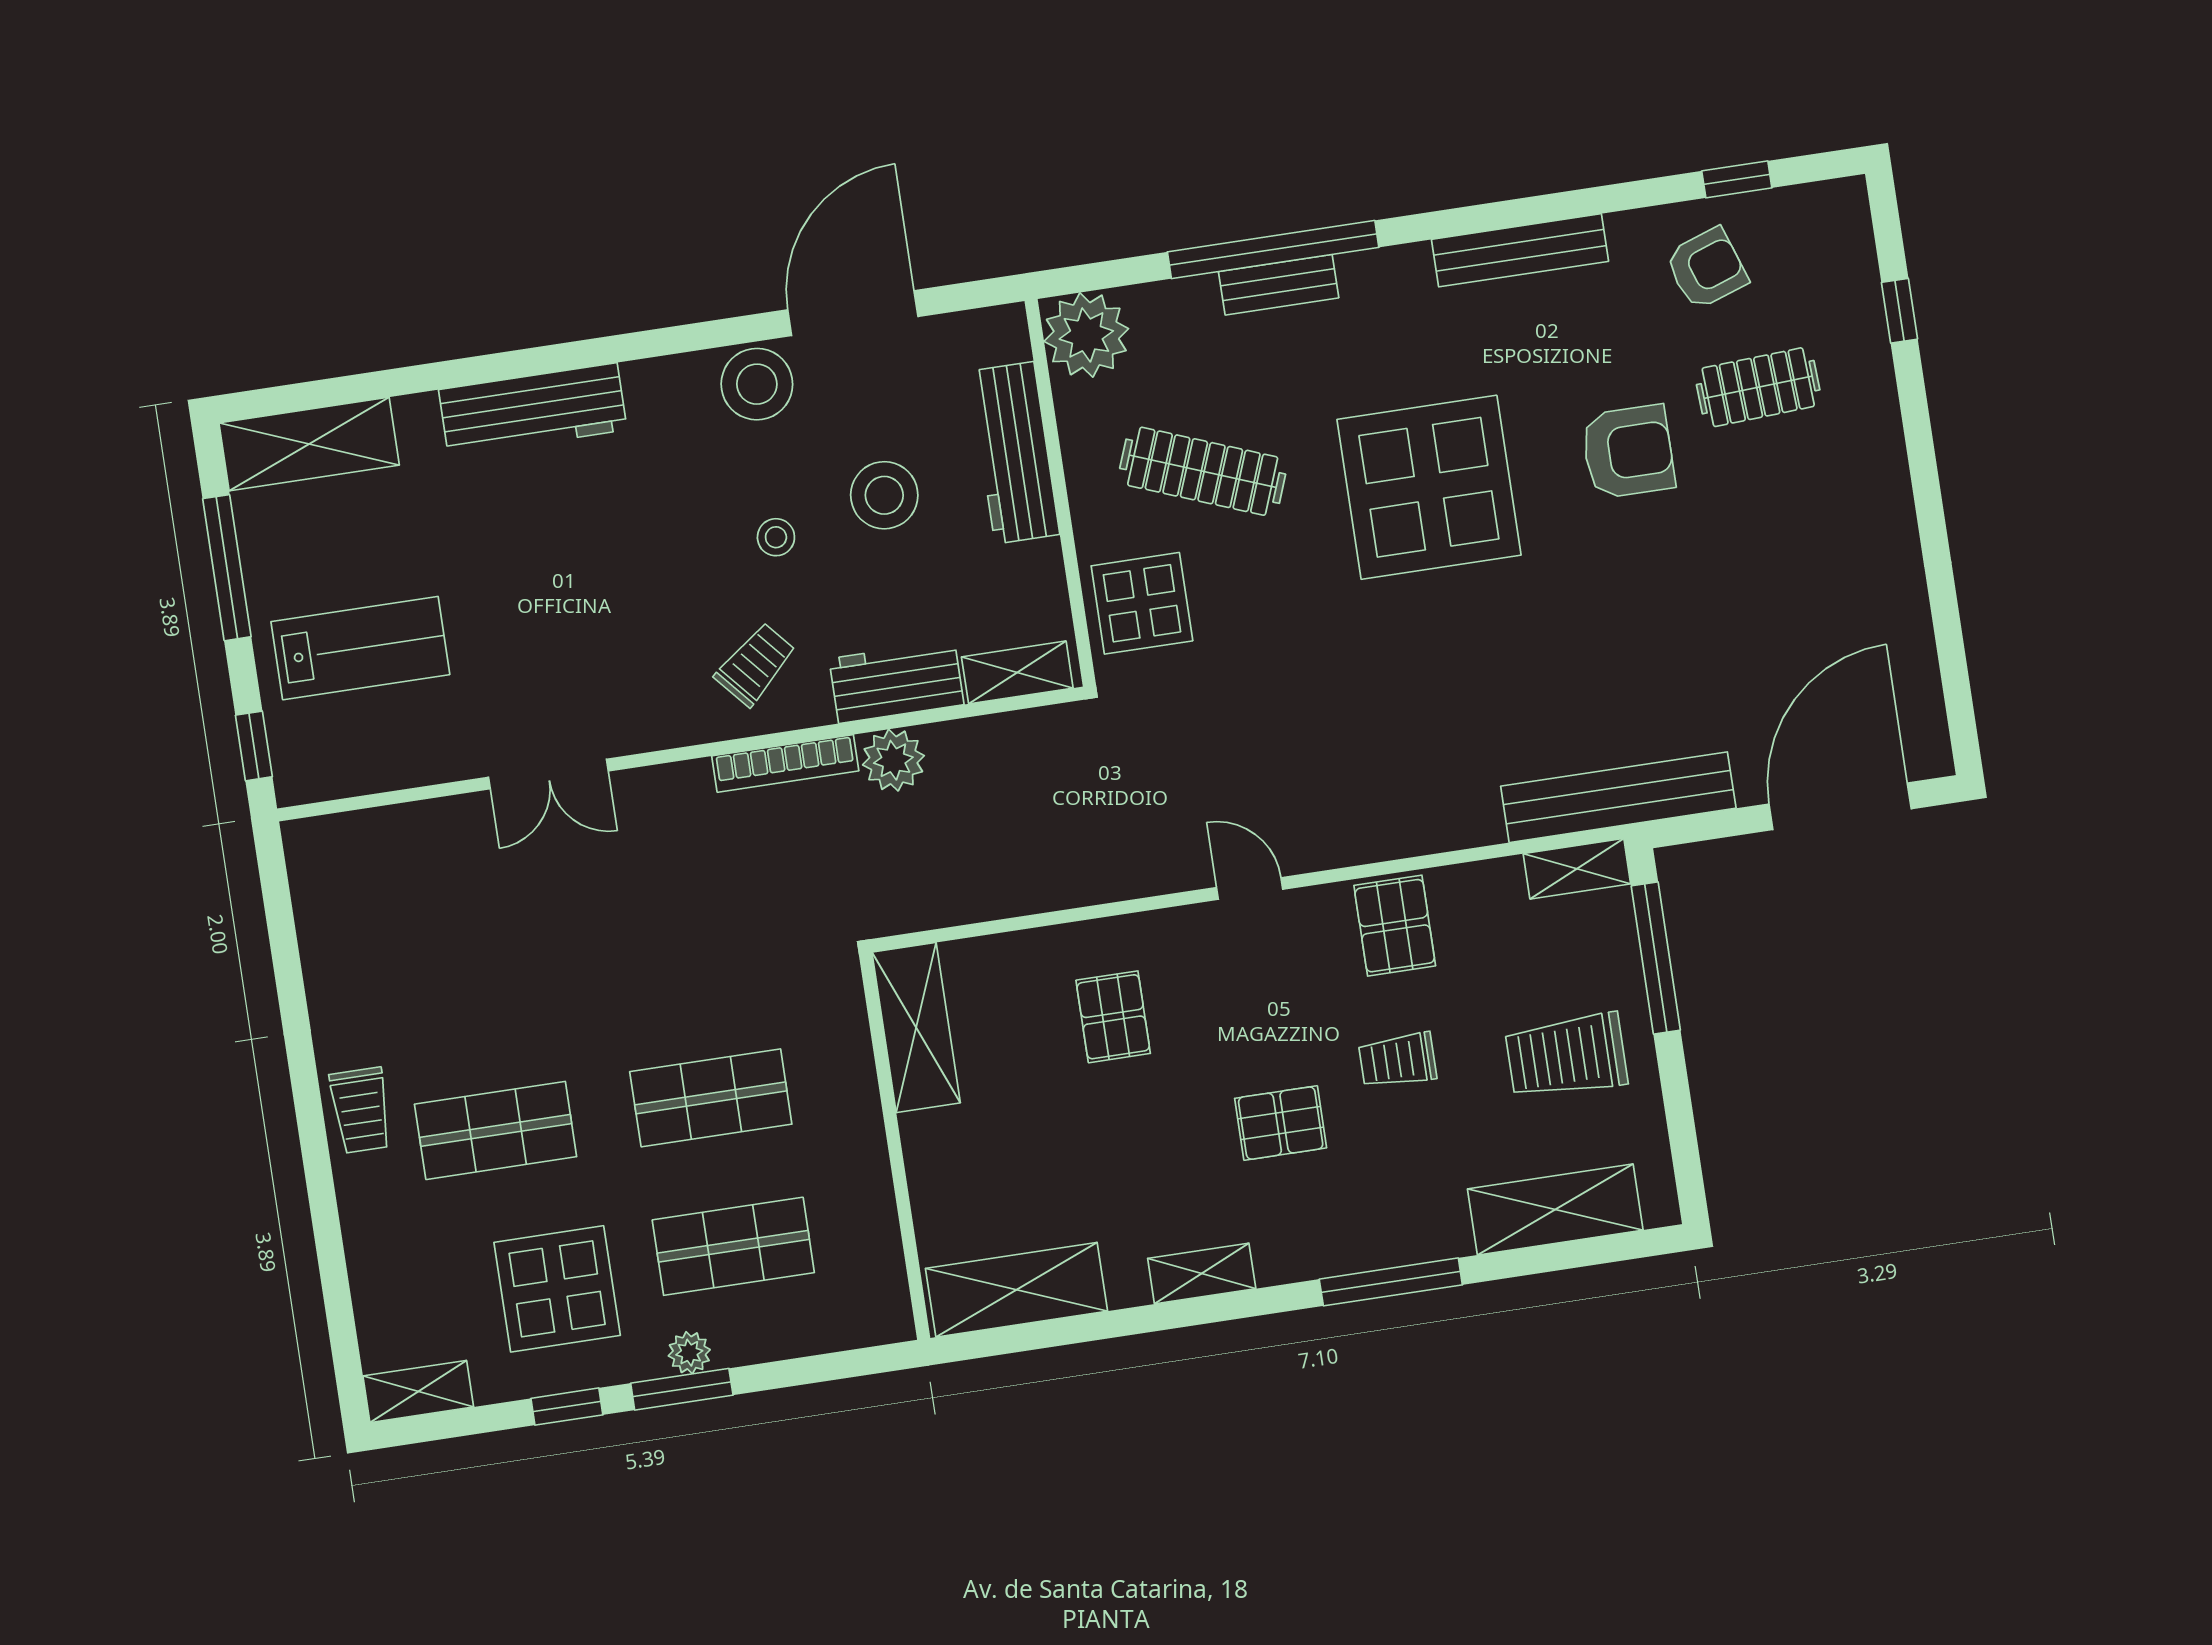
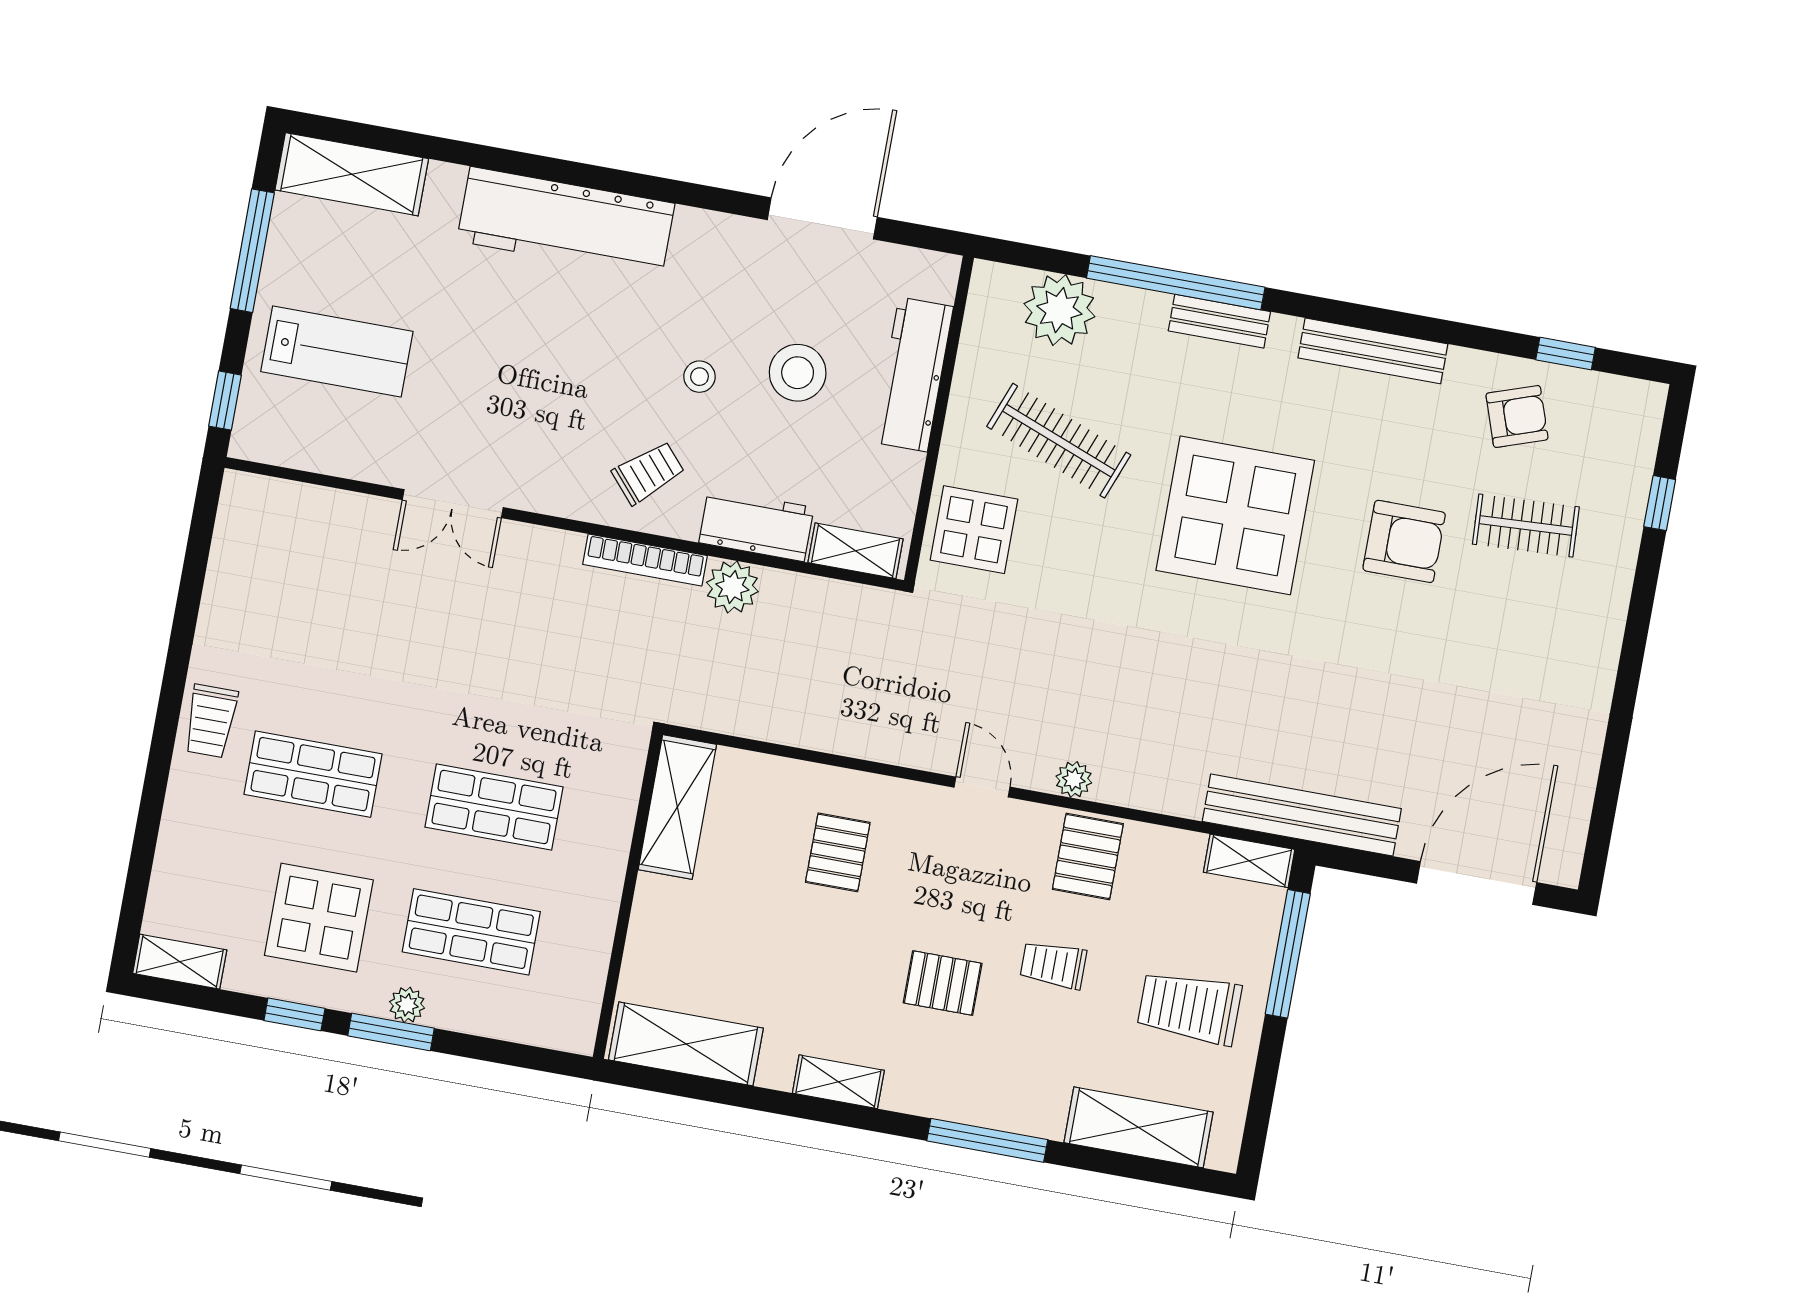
bench: (1279, 285) -> (1219, 321), moved
plant: (1086, 335) -> (1059, 310), moved
stool: (757, 384) -> (726, 249), removed
workbench: (533, 410) -> (566, 222), width x1.36, depth x1.32
plant: (1349, 845) -> (1074, 779), added

